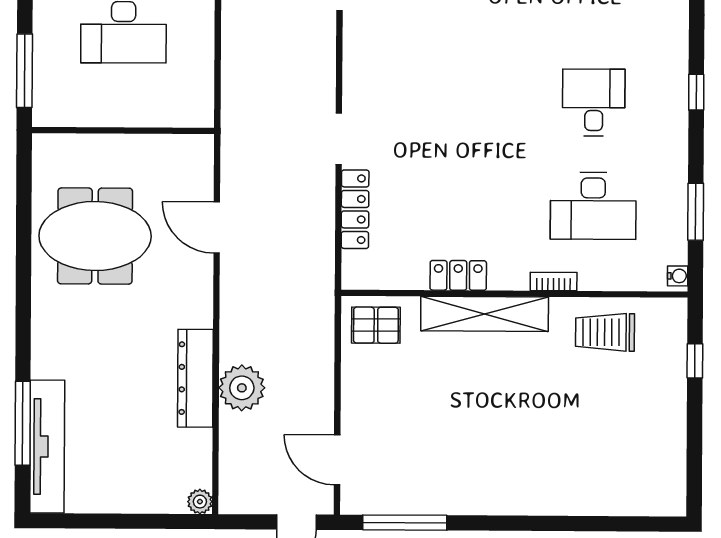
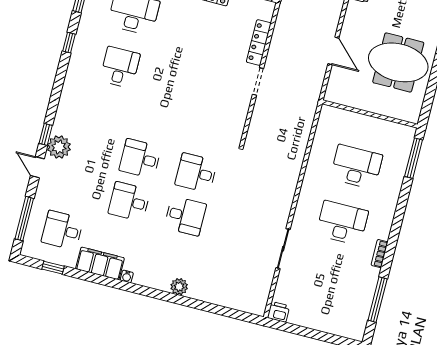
window: (696, 92) -> (69, 43), moved
desk: (594, 102) -> (120, 67), turned 180

